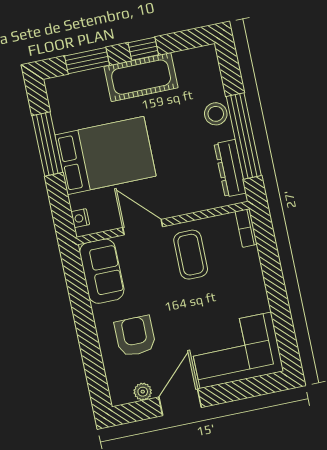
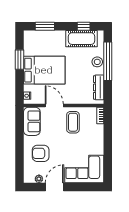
window: (143, 49) -> (84, 26), moved
cot: (141, 77) -> (82, 39), moved
window: (244, 136) -> (108, 61), moved
window: (47, 144) -> (19, 60), width x0.69
armchair: (135, 336) -> (41, 153), turned -90

